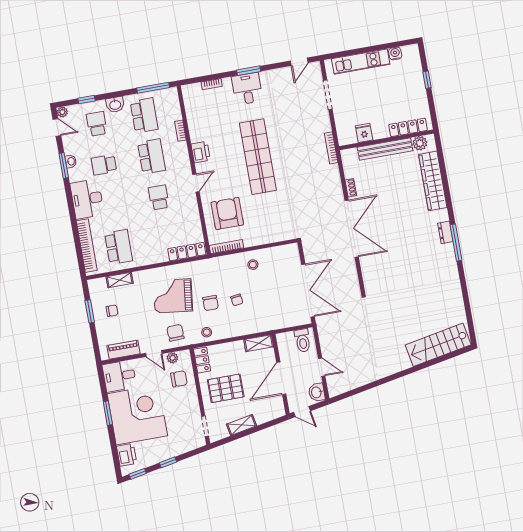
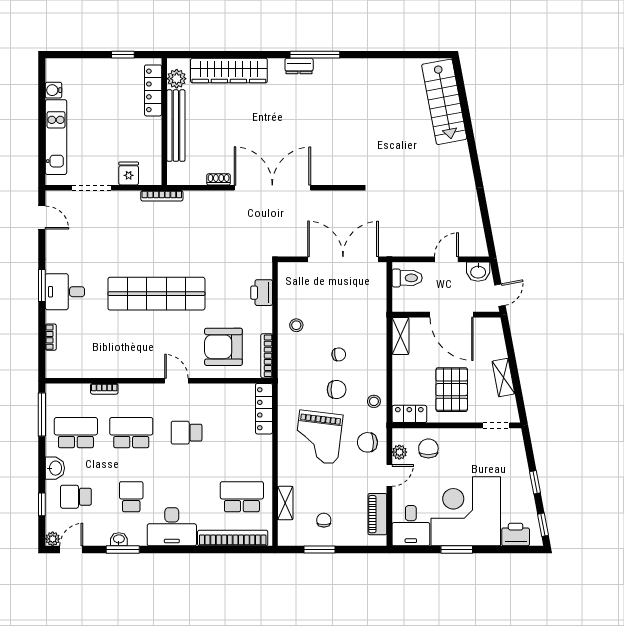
window: (427, 80) -> (123, 55), moved
fridge: (364, 133) -> (129, 173), moved, turned 90
printer: (201, 152) -> (262, 293), moved, turned -90
school desk: (104, 165) -> (131, 497), turned 180

